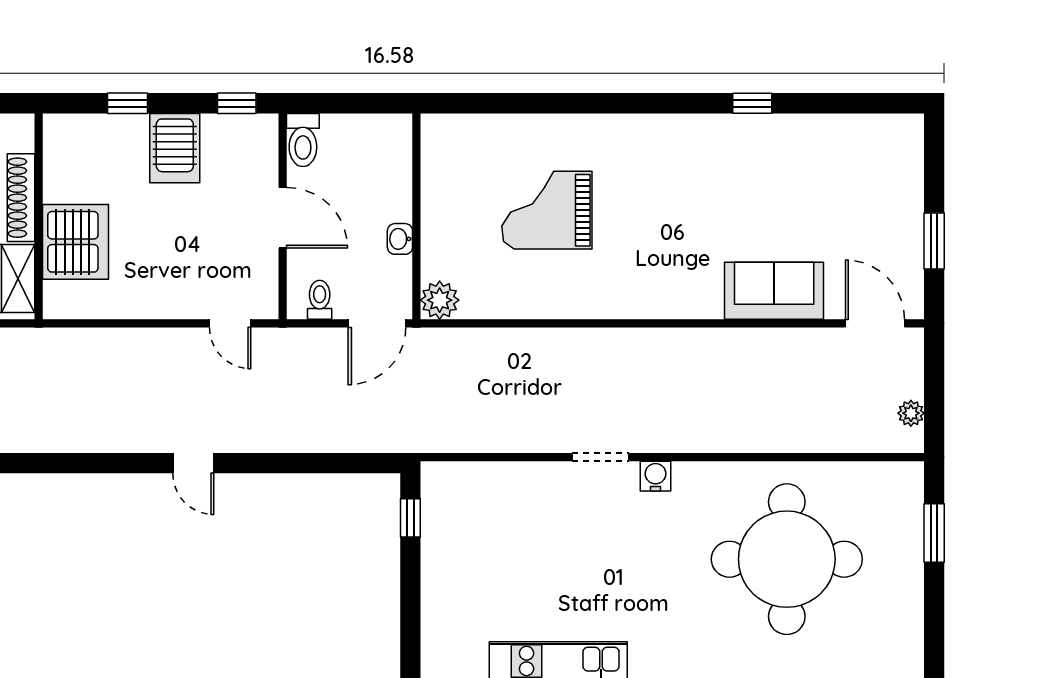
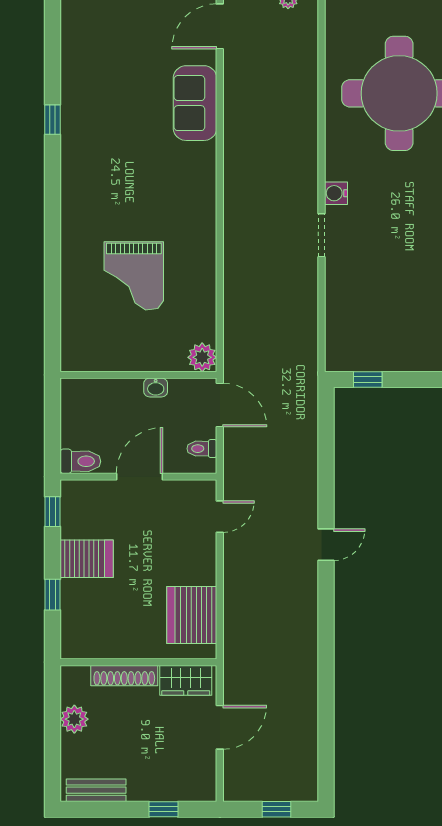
server rack: (75, 242) -> (192, 615), moved, turned -90

